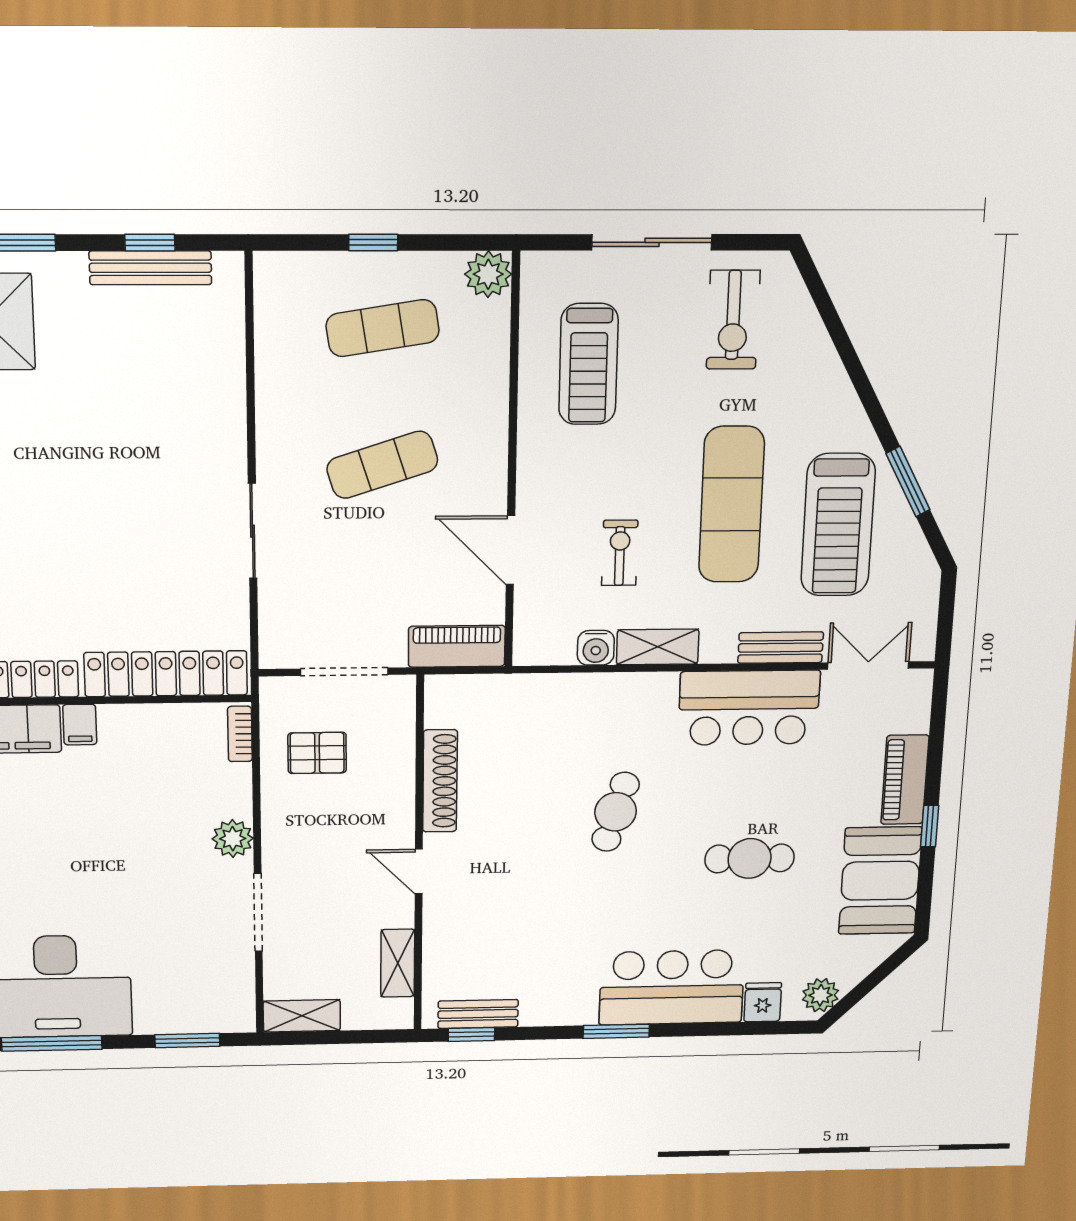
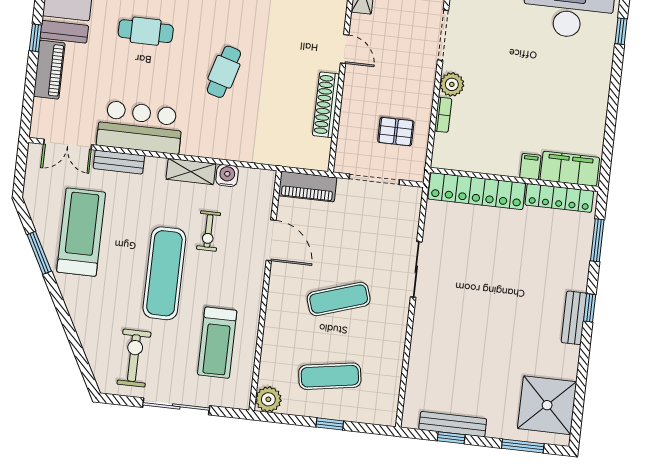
treadmill: (588, 364) -> (217, 343), turned 180
exercise mat: (731, 505) -> (164, 273), moved
bookcase: (240, 734) -> (443, 115), moved

